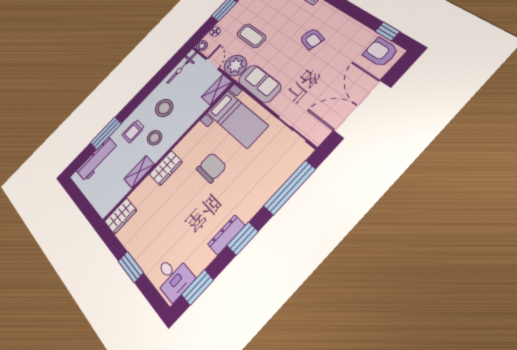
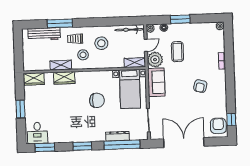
wardrobe: (166, 168) -> (64, 78), moved
dresser: (226, 235) -> (118, 136), moved

